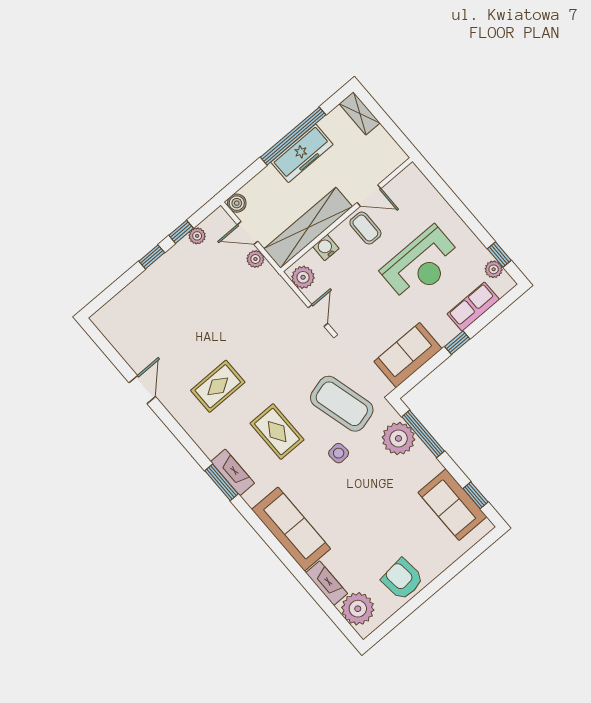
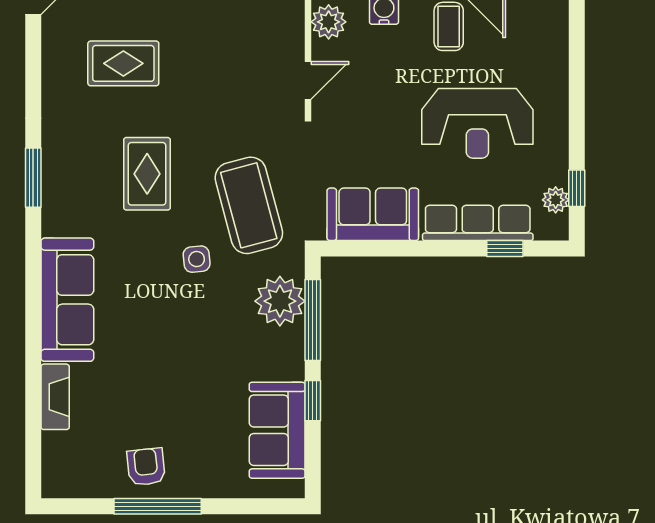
row of seats: (473, 307) -> (478, 223), width x1.48
window: (457, 343) -> (505, 249), moved
fireplace: (233, 472) -> (56, 177), removed
window: (476, 495) -> (313, 401), moved
armchair: (402, 579) -> (146, 467), width x0.72, depth x0.72
window: (425, 594) -> (158, 506), added
plant: (358, 609) -> (66, 457), removed

